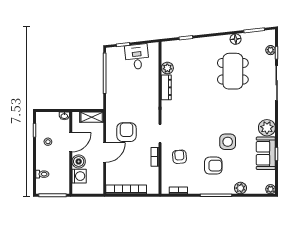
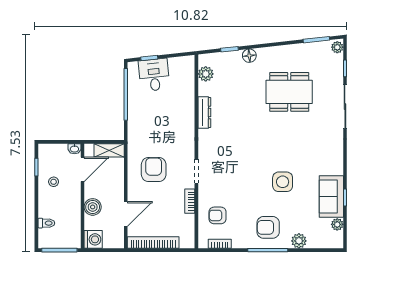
floor lamp: (236, 39) -> (249, 56), moved
plant: (271, 50) -> (337, 47), moved
desk: (137, 57) -> (154, 75), moved
plant: (167, 68) -> (206, 74), moved
dining table: (233, 71) -> (289, 92), turned 90
plant: (267, 128) -> (333, 164), removed
door: (71, 142) -> (82, 169), moved
door: (105, 152) -> (126, 214), moved
armchair: (179, 157) -> (218, 215), moved, turned -86
armchair: (213, 166) -> (268, 227), moved, turned 180
washing machine: (79, 176) -> (93, 239), moved
plant: (271, 189) -> (337, 224), moved

